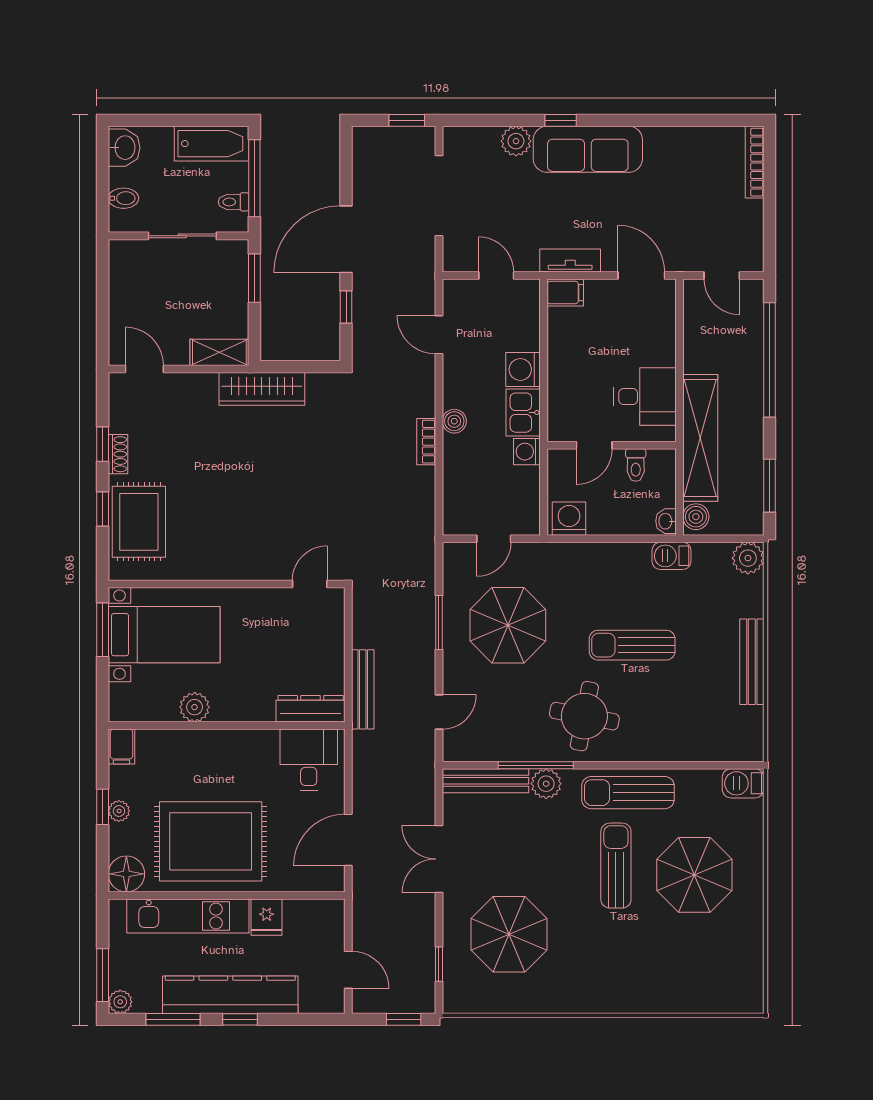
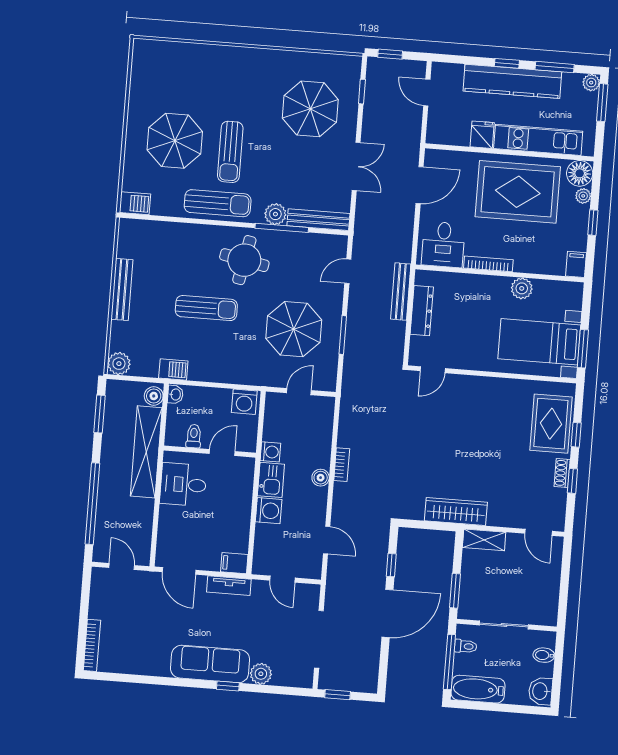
dresser: (311, 709) -> (422, 311), moved, turned -90
bookcase: (244, 738) -> (488, 264), added
plant: (119, 811) -> (583, 196), moved

